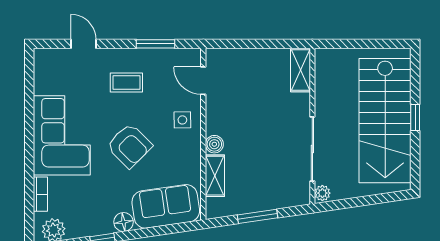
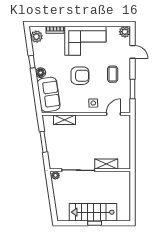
door: (83, 44) -> (133, 52), hinge flipped
plant: (44, 59) -> (125, 32), added
shelving: (300, 70) -> (106, 164), moved
stairs: (385, 121) -> (93, 212), width x0.73, depth x0.66
boiler: (214, 144) -> (81, 120), removed
armchair: (129, 146) -> (80, 76), turned -135

